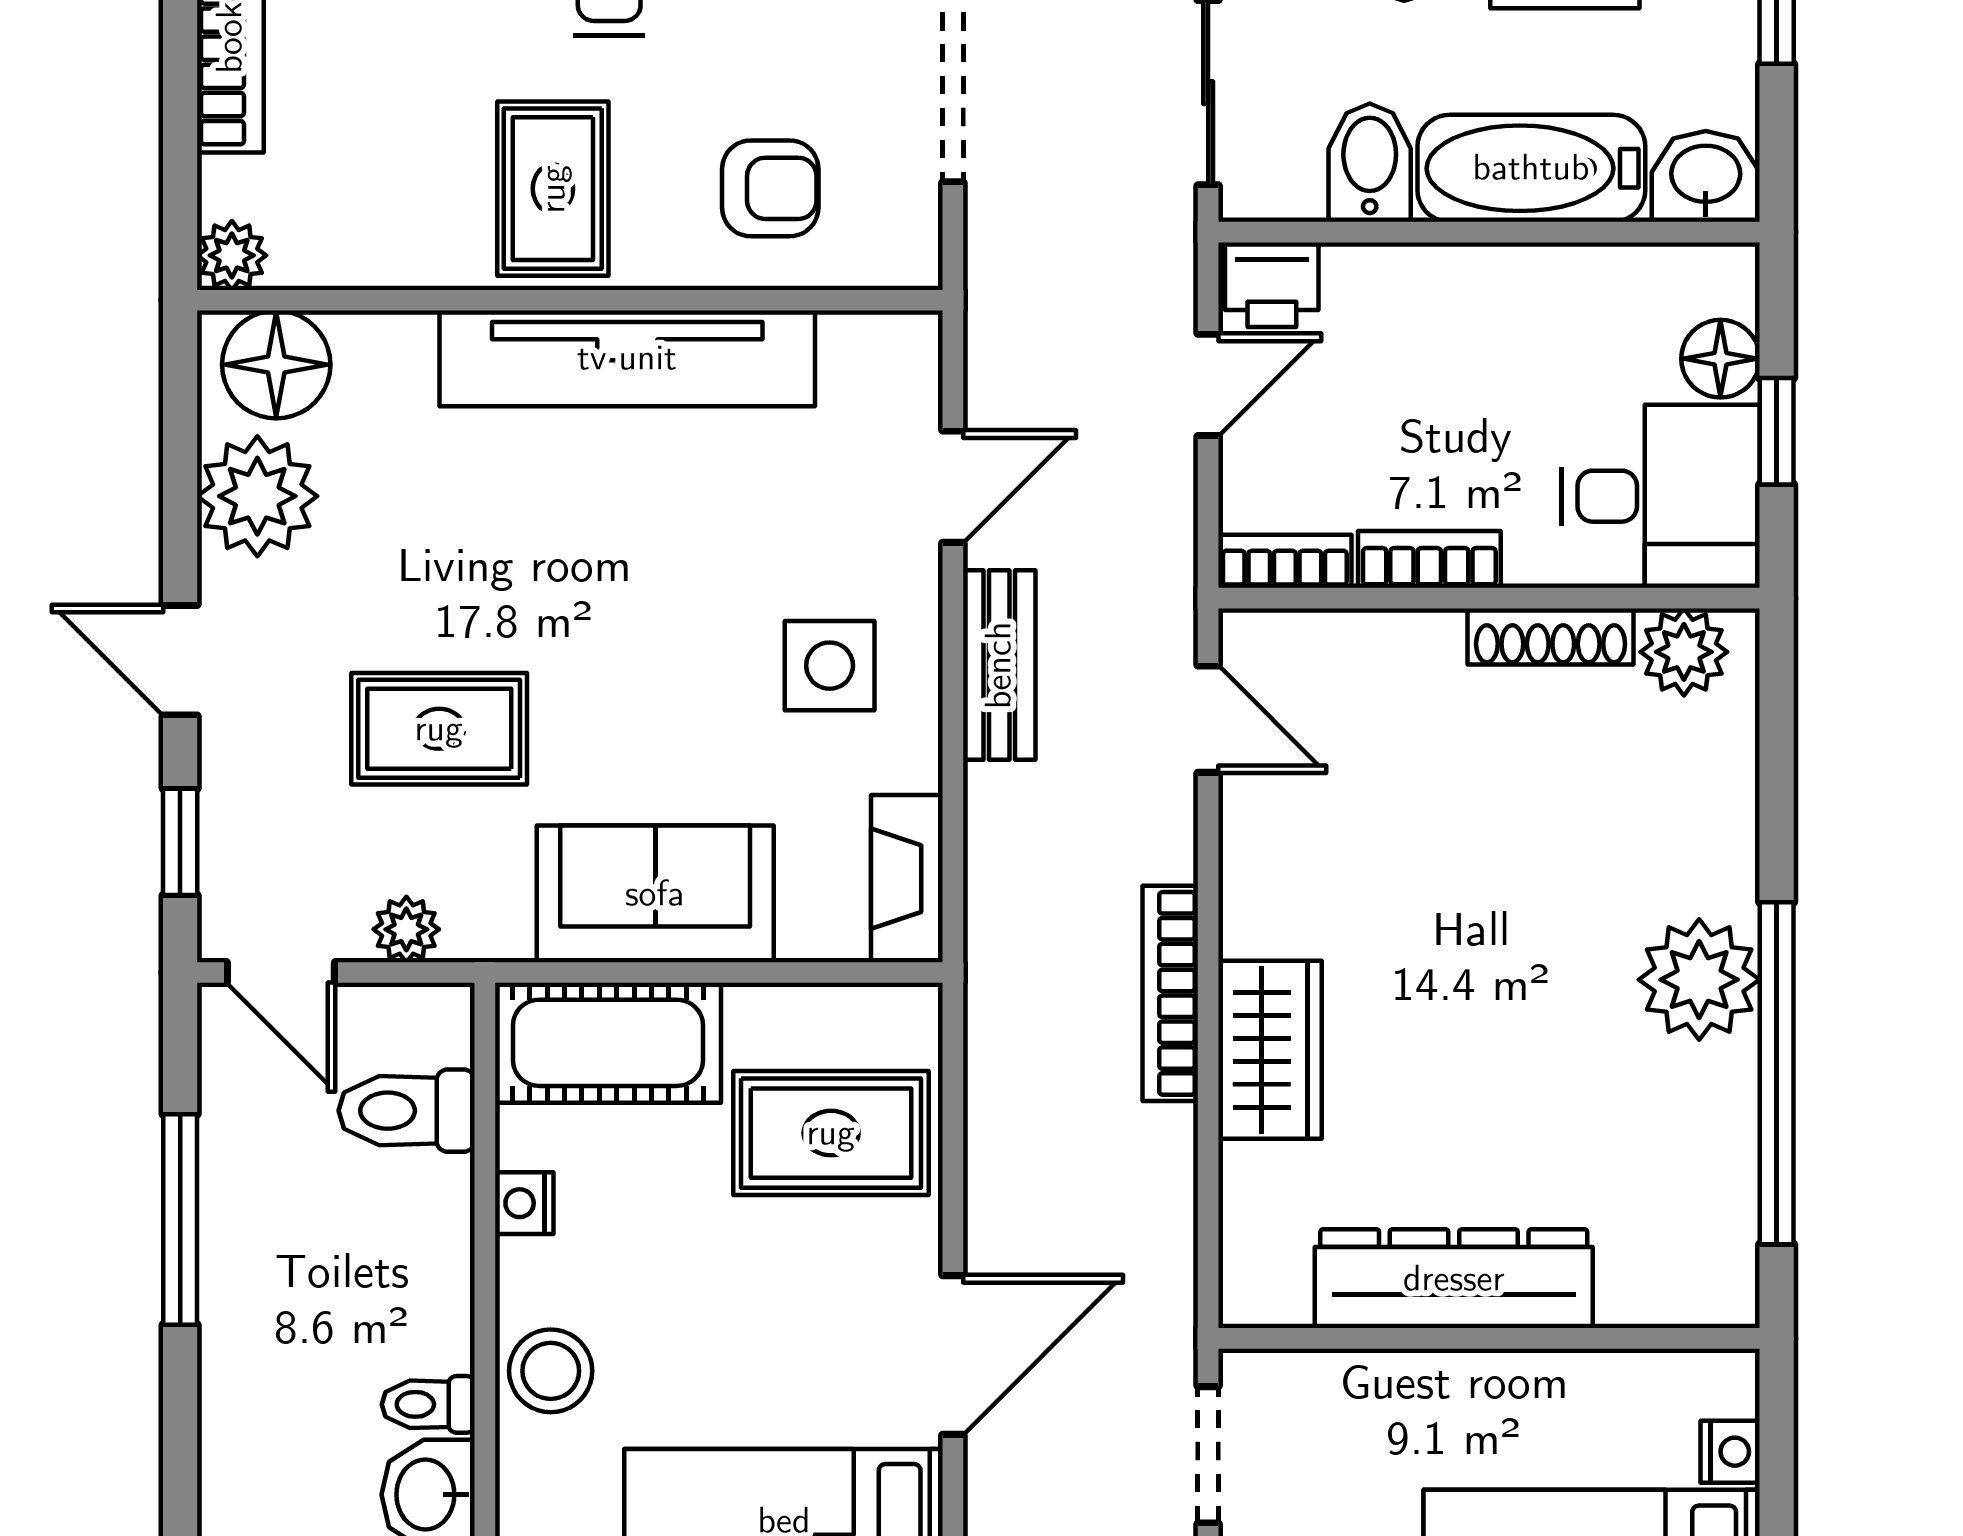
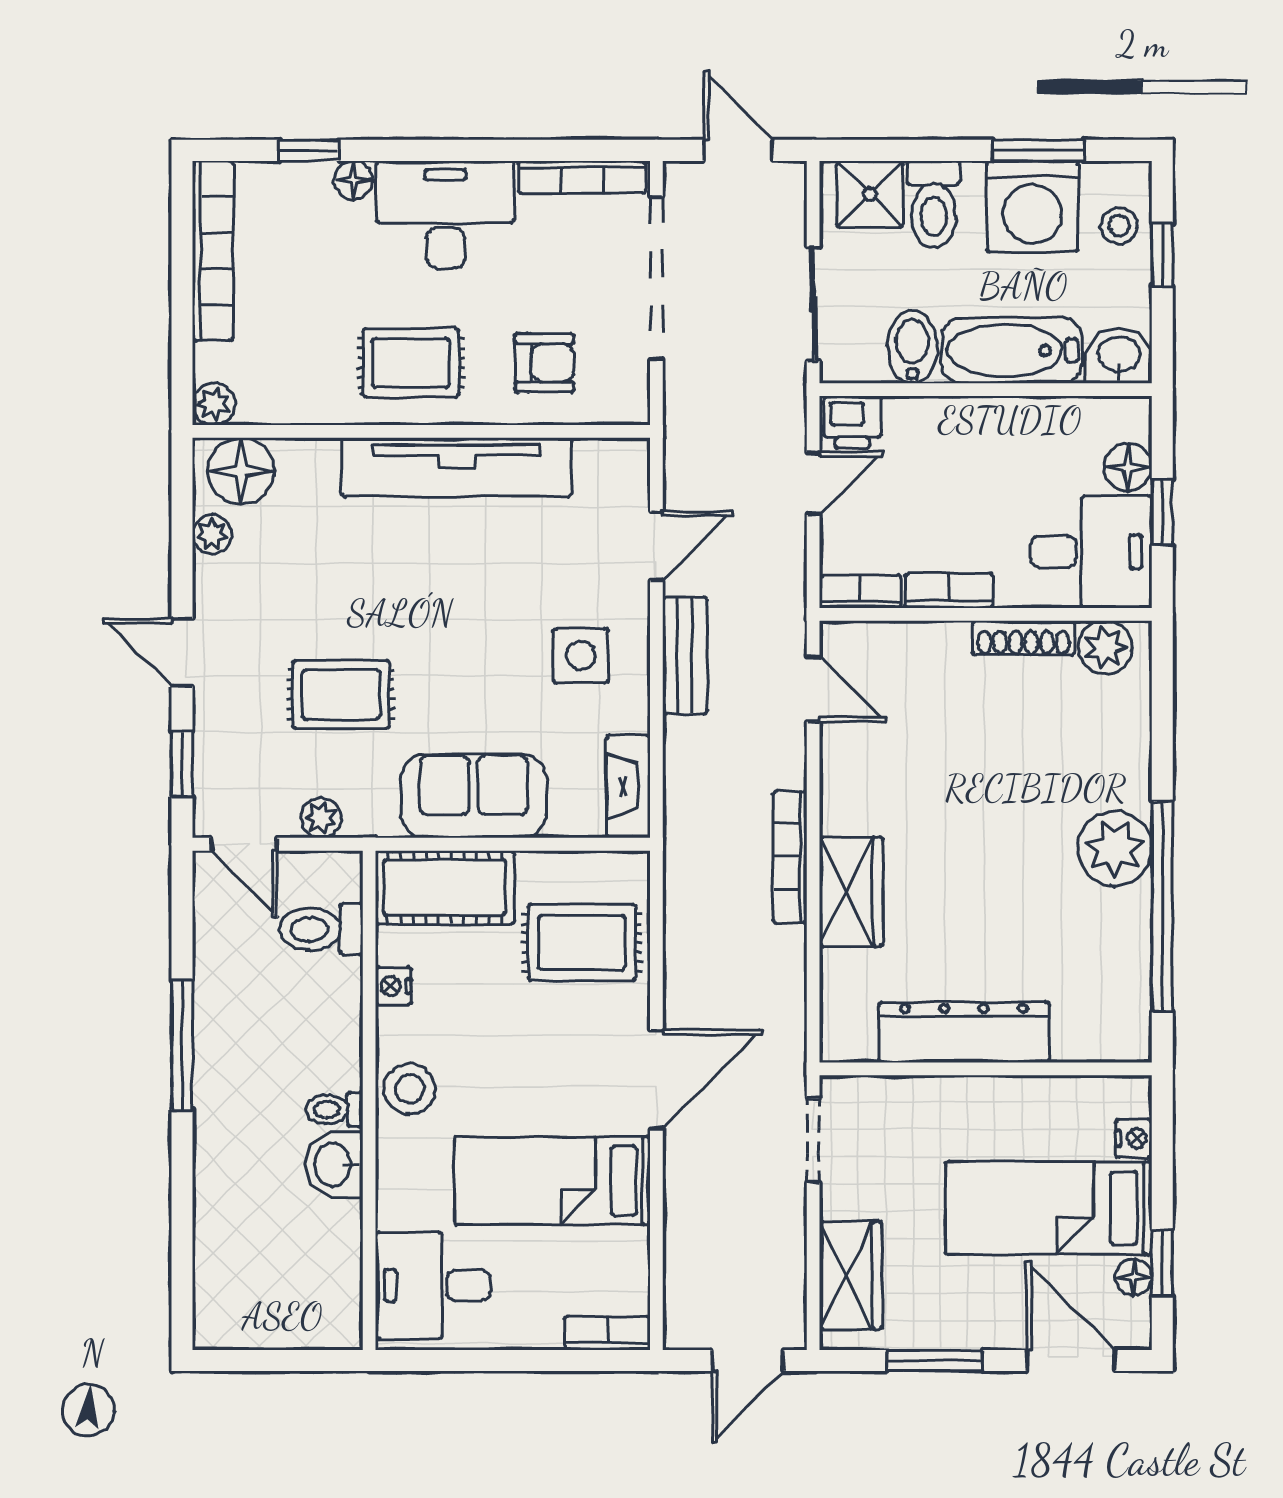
rug: (553, 189) -> (411, 363), turned 90
plant: (257, 496) -> (212, 535), width x0.53, depth x0.53
window: (180, 1220) -> (182, 1045), moved

